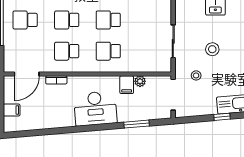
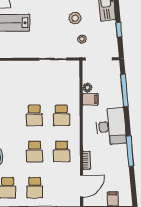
stool: (212, 49) -> (75, 18), moved
door: (27, 74) -> (82, 186), hinge flipped
window: (222, 117) -> (119, 30), moved
window: (137, 124) -> (124, 90), width x1.44
window: (67, 130) -> (130, 151), added

